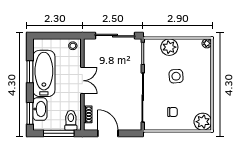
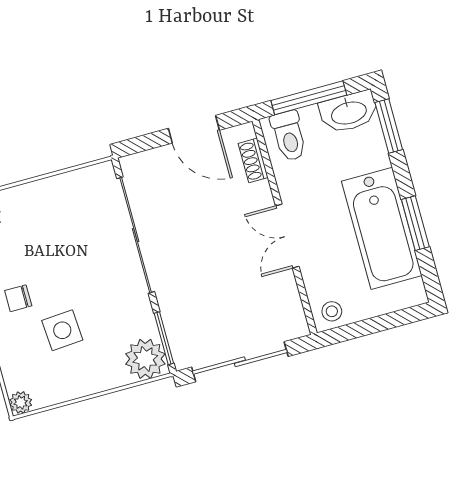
plant: (169, 47) -> (145, 359), moved
side table: (176, 76) -> (62, 330), moved
washbasin: (40, 109) -> (349, 112), moved, turned -90
chair: (172, 112) -> (18, 298), moved

